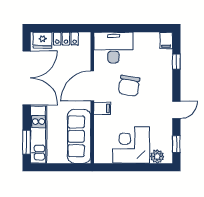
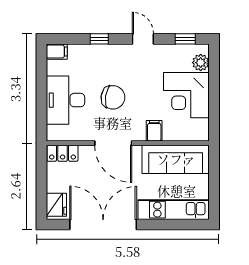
locker: (66, 39) -> (63, 153), moved, turned 90
desk: (113, 47) -> (65, 100), moved
window: (176, 62) -> (99, 39), moved
filing cabinet: (102, 108) -> (154, 131), moved
window: (27, 142) -> (183, 225), removed

